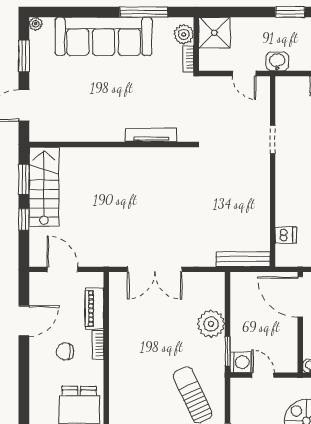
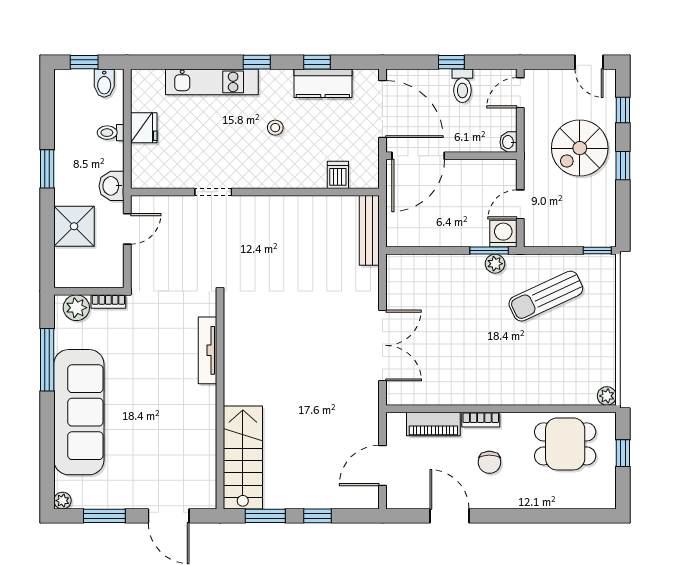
shower: (214, 33) -> (74, 226), moved
stairs: (44, 187) -> (243, 457), moved, turned 90
plant: (211, 324) -> (495, 264), moved, width x0.53, depth x0.53

